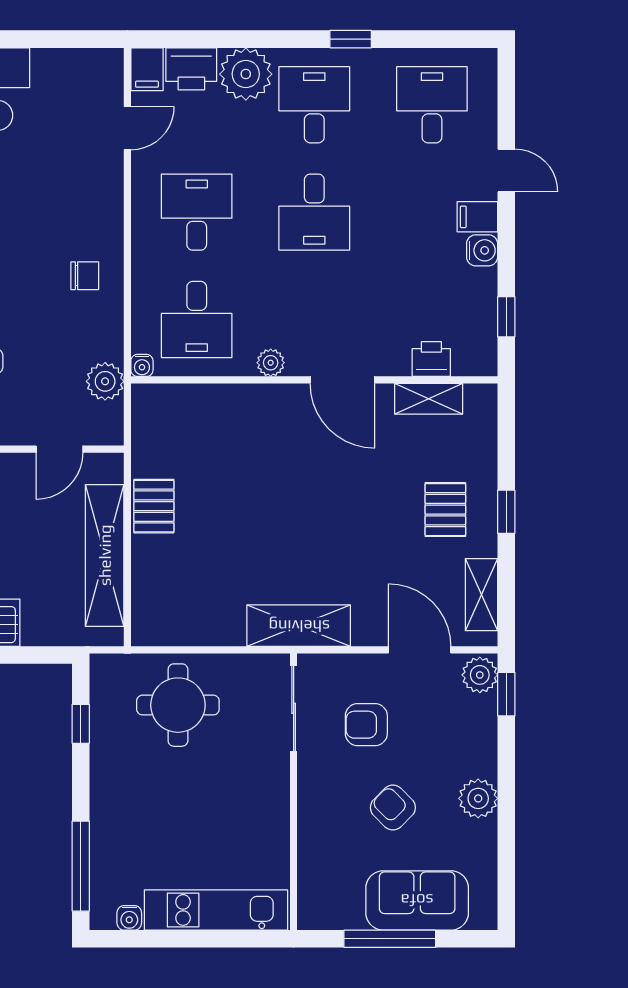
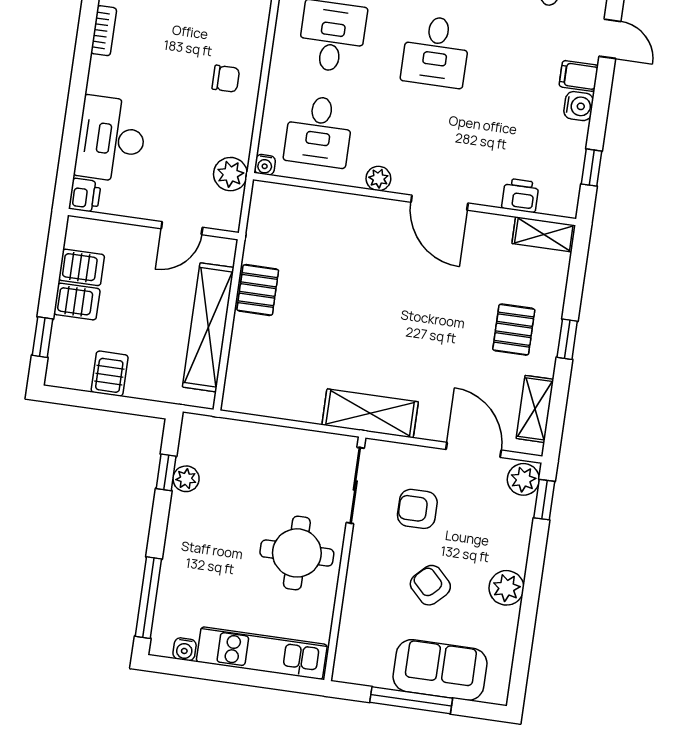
shelving: (429, 399) -> (544, 234), moved
round table: (178, 705) -> (297, 553), moved
plant: (104, 728) -> (186, 479), added

